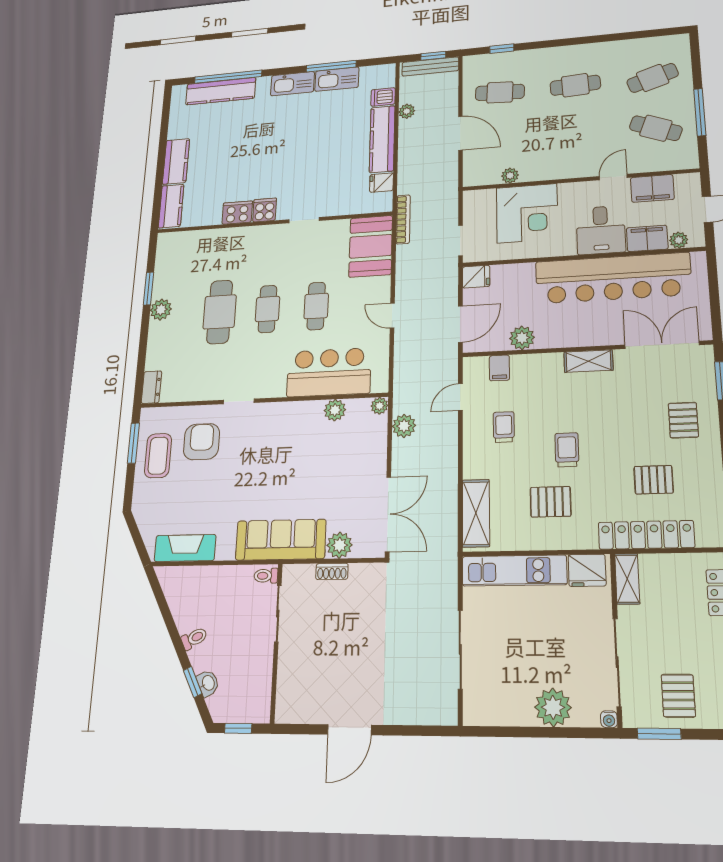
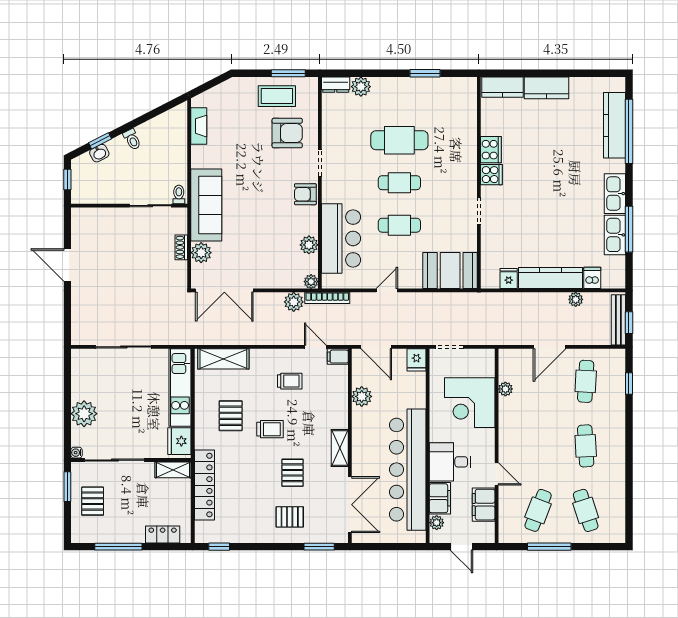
bookcase: (403, 219) -> (327, 298), moved
plant: (161, 310) -> (361, 87), moved
filing cabinet: (499, 368) -> (338, 357), moved
armchair: (274, 417) -> (305, 194), added
pallet: (654, 480) -> (293, 473), moved
fireplace: (185, 548) -> (199, 126), width x0.73, depth x0.76
pallet: (678, 696) -> (93, 501), turned 90

